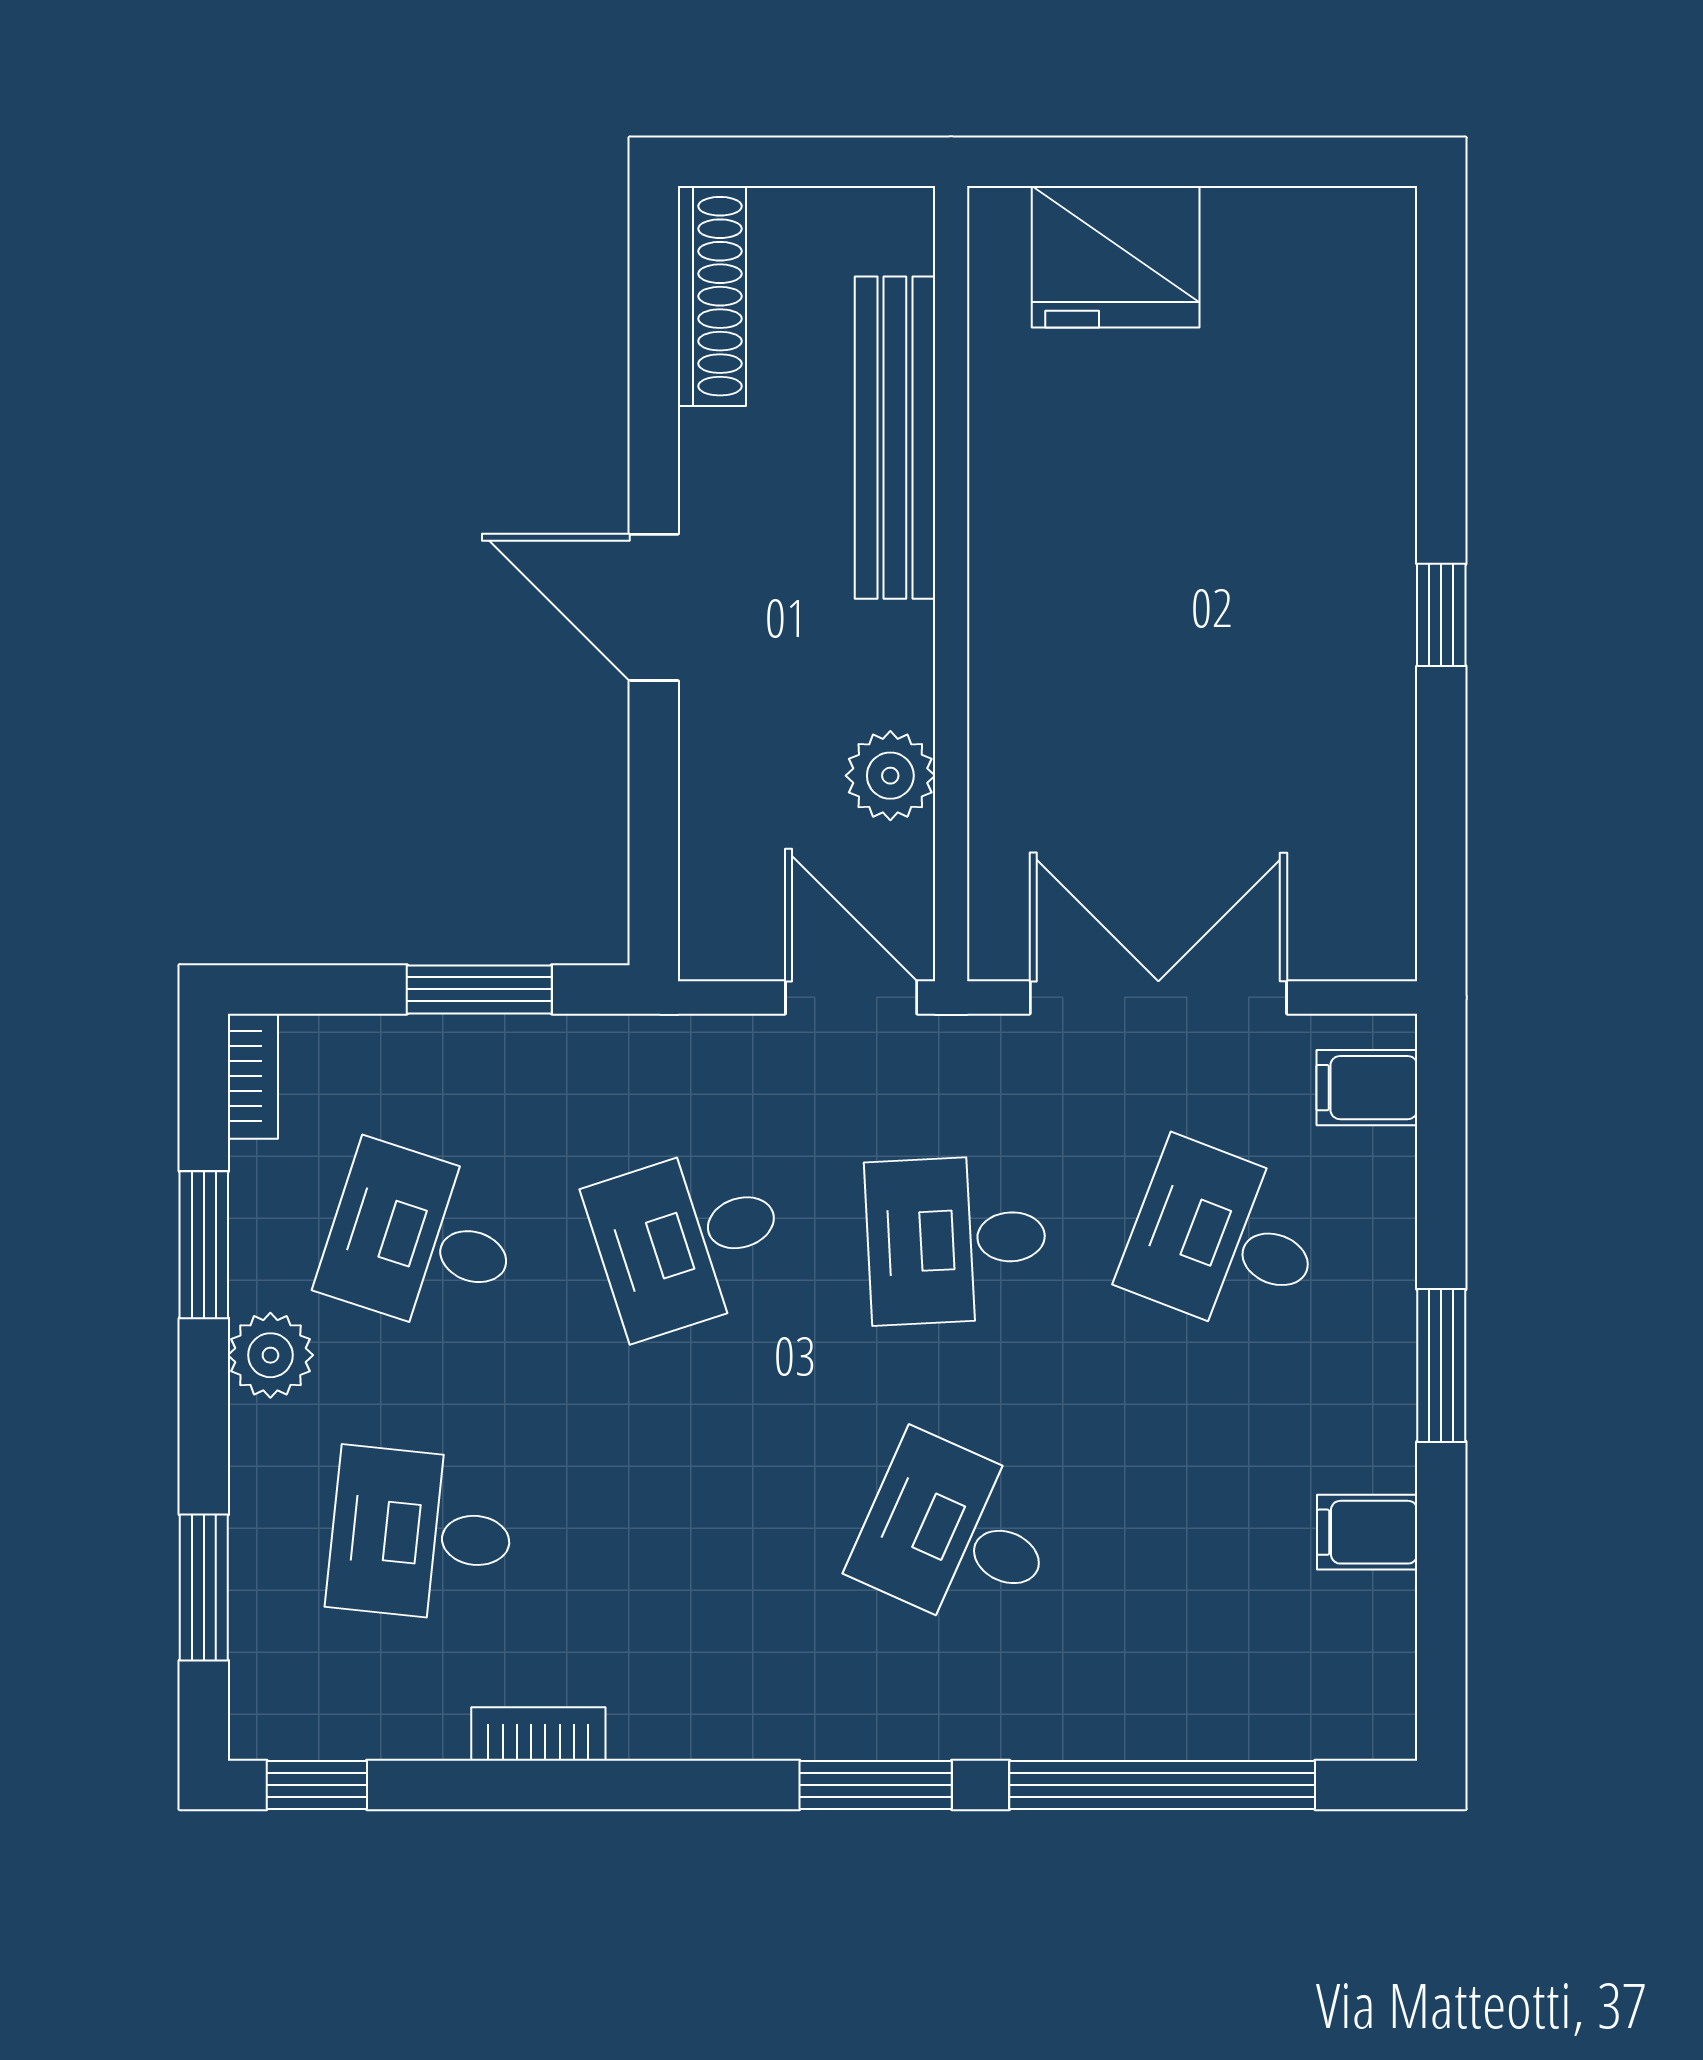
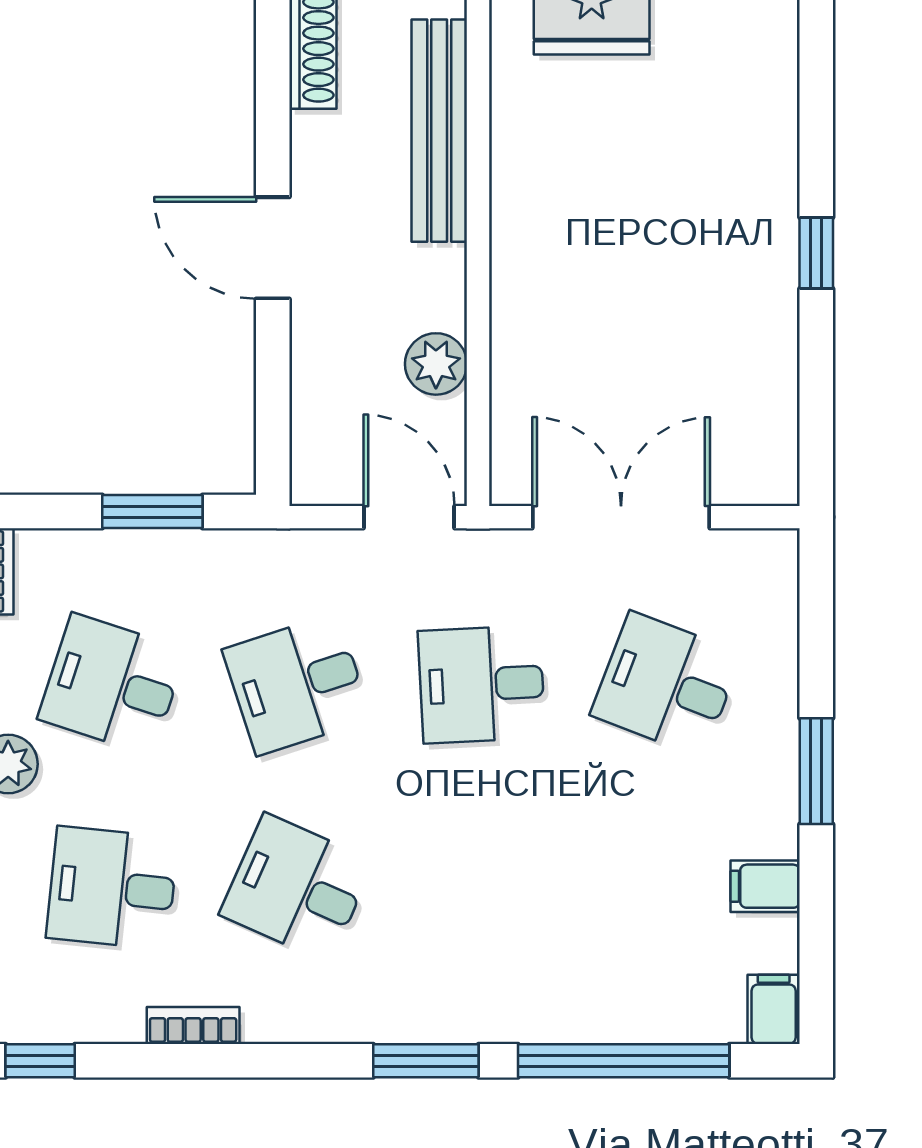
filing cabinet: (1367, 1088) -> (774, 1009), moved, turned 90
desk: (956, 1535) -> (297, 888), moved

